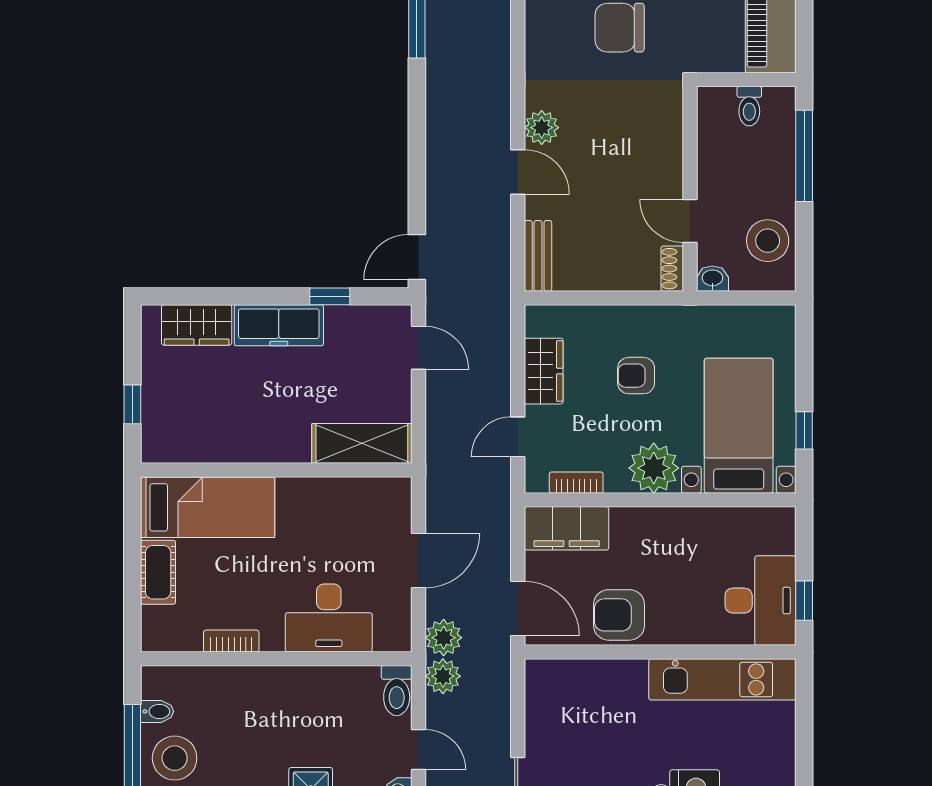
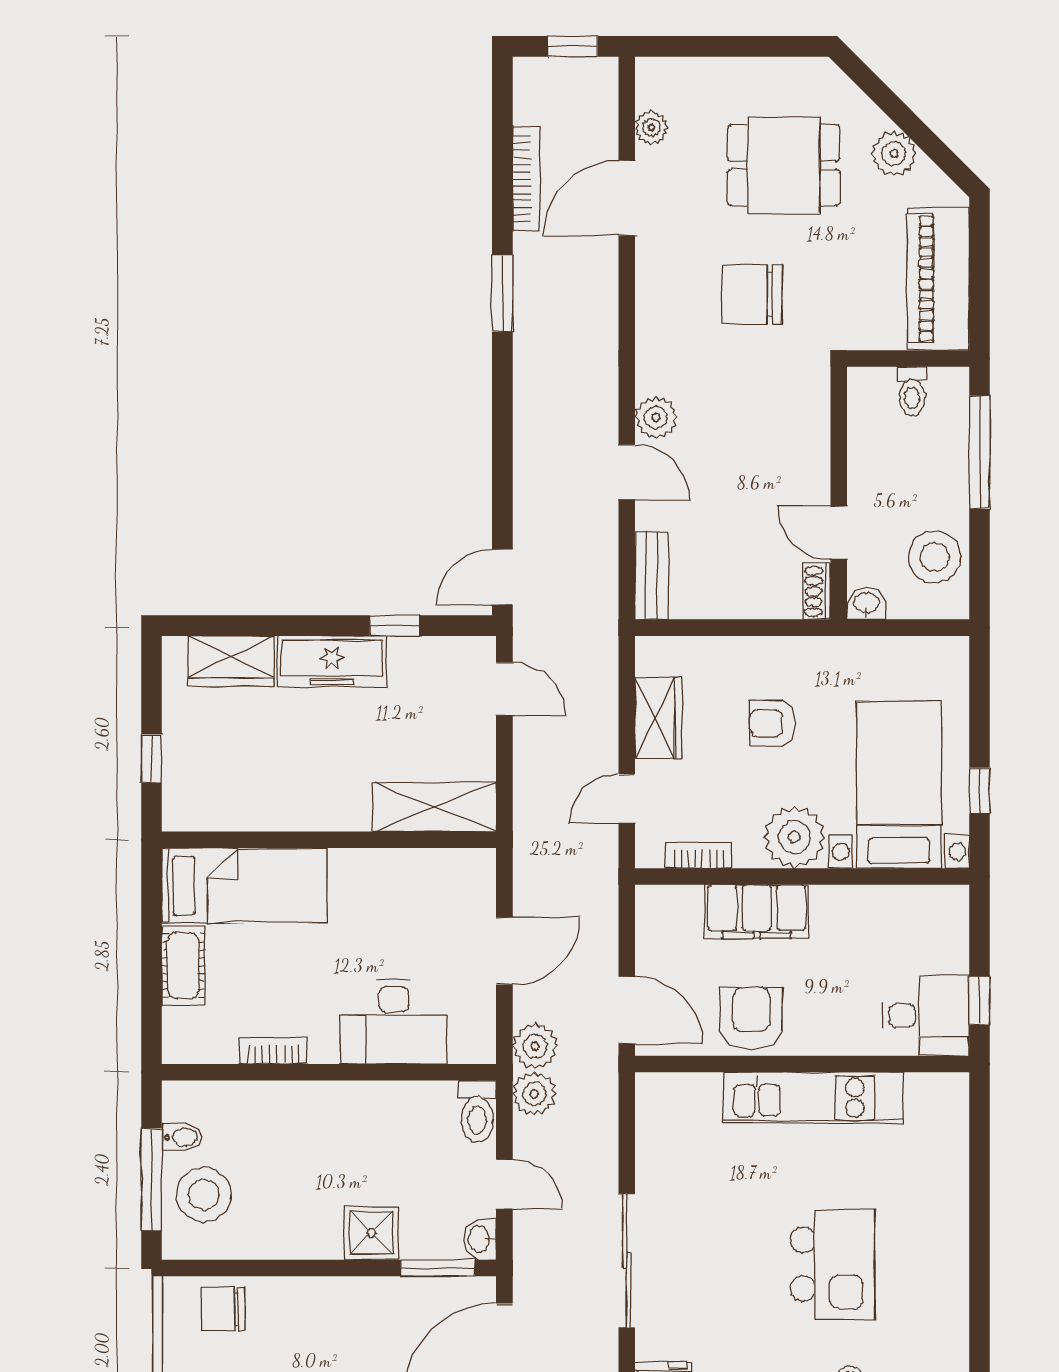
filing cabinet: (567, 528) -> (757, 911), moved
desk: (761, 601) -> (926, 1016), width x0.73
armchair: (619, 615) -> (751, 1018), turned 90
kitchen unit: (722, 679) -> (813, 1098), moved

